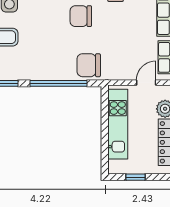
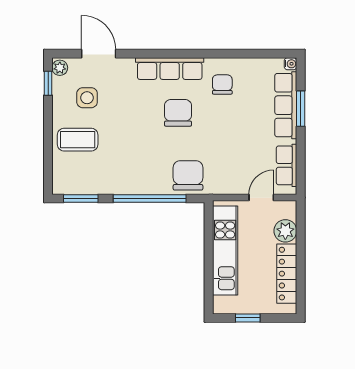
chair: (81, 16) -> (178, 113), turned 90
chair: (89, 65) -> (188, 175), turned 90

